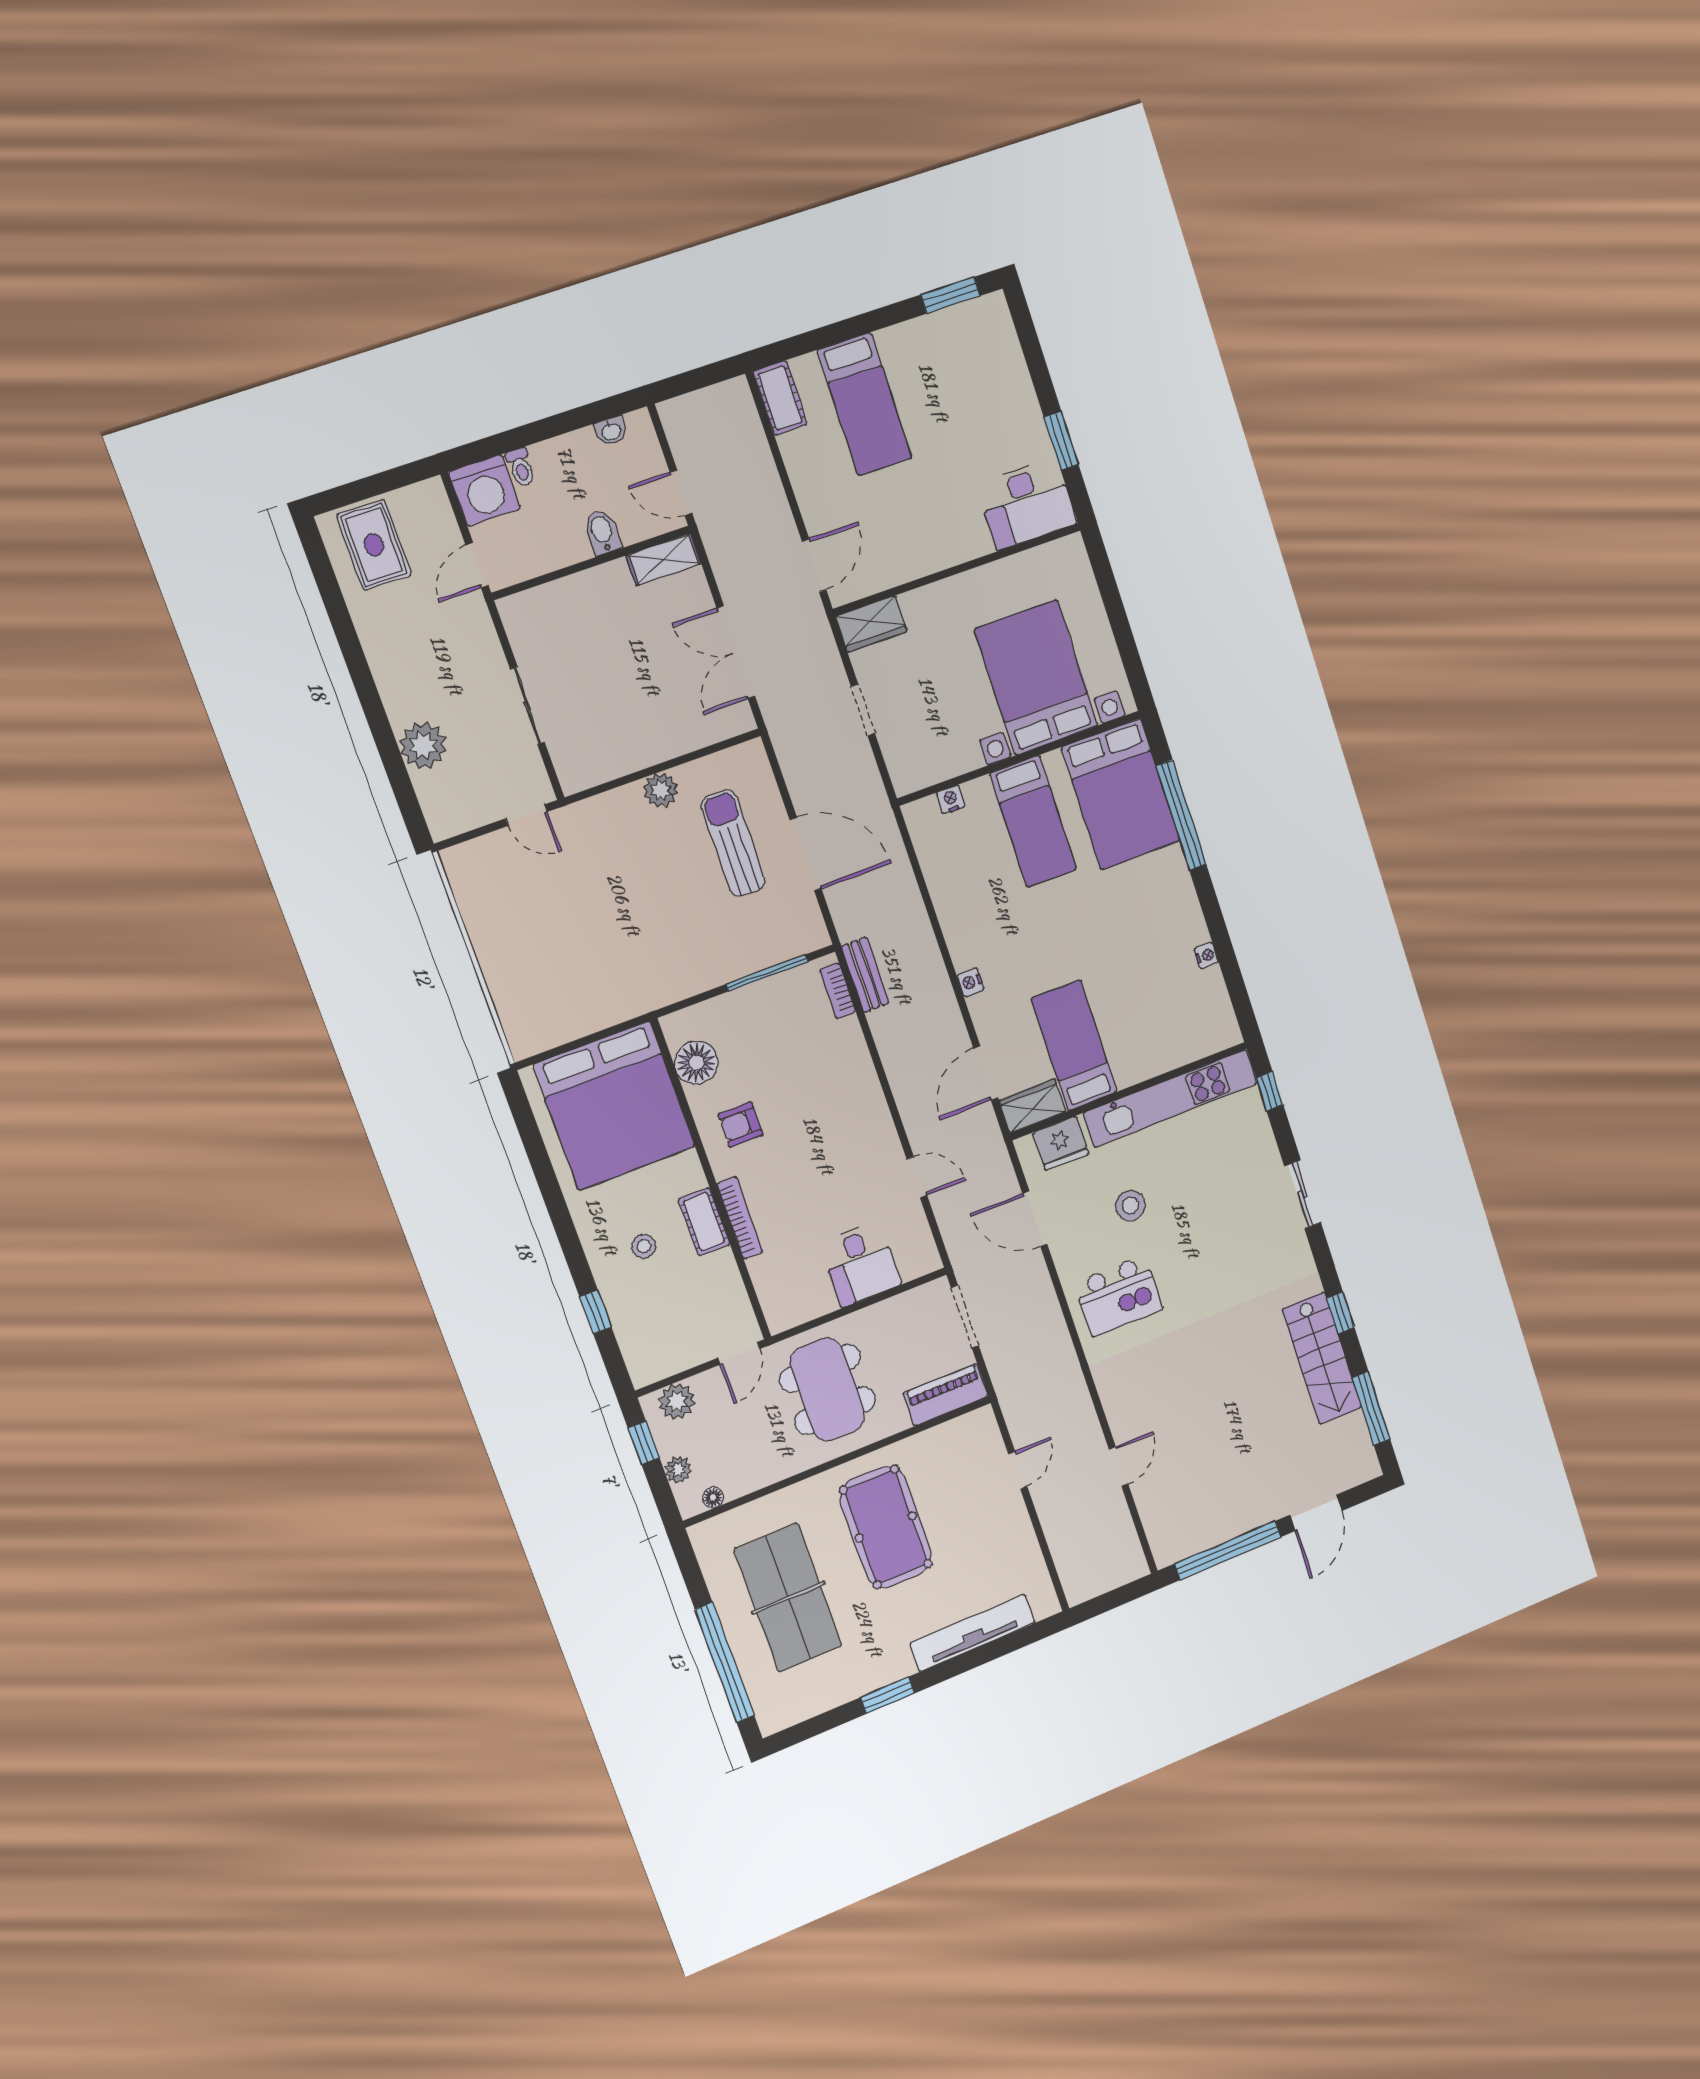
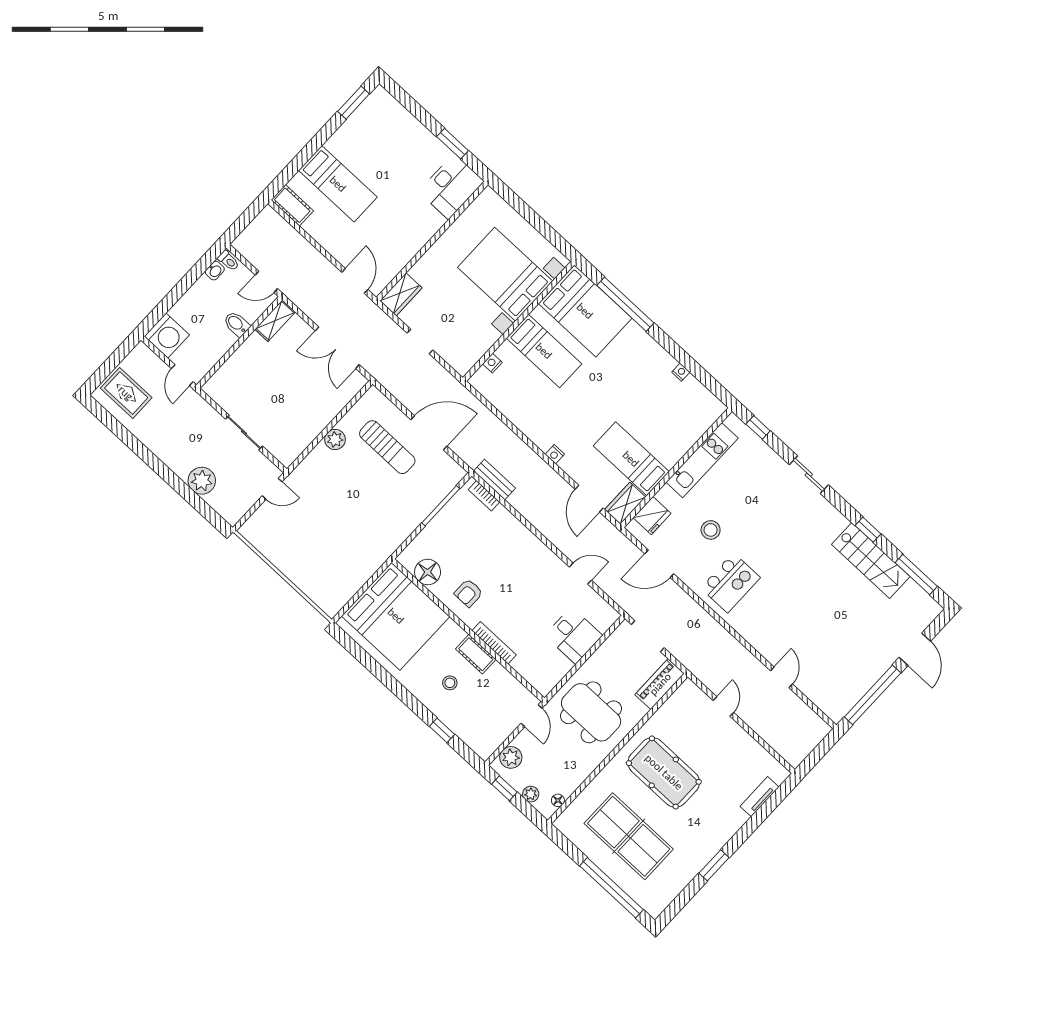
toilet: (521, 467) -> (228, 261), moved
sun lounger: (733, 843) -> (387, 447), turned 180
kitchen unit: (1170, 1098) -> (702, 460), width x0.73
tv unit: (972, 1633) -> (759, 797), width x0.52, depth x0.78

